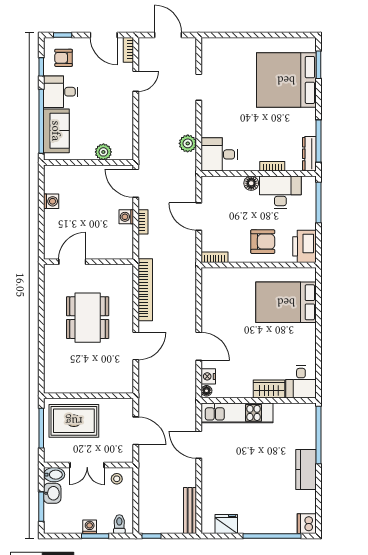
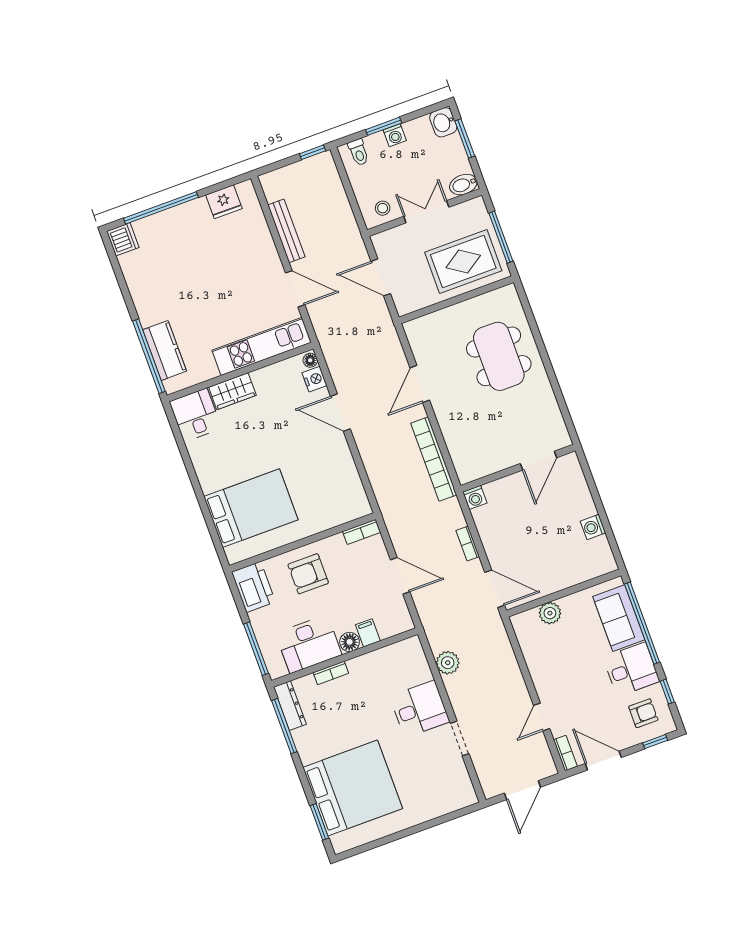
door: (168, 35) -> (522, 790), hinge flipped
desk: (219, 154) -> (420, 709), moved
filing cabinet: (236, 185) -> (368, 633), added
washing machine: (126, 217) -> (475, 497), moved, turned 90
dining table: (88, 318) -> (499, 356), moved
kitchen counter: (306, 469) -> (165, 350), moved
washbasin: (52, 493) -> (443, 122), moved
bench: (190, 510) -> (286, 231), moved

